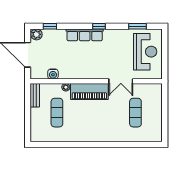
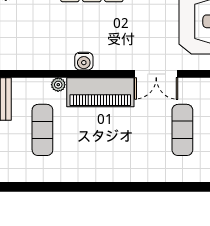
water cooler: (53, 74) -> (84, 61), moved

